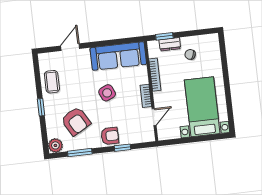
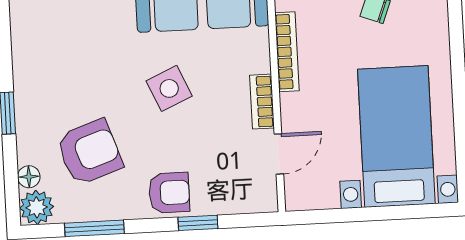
coffee table: (52, 82) -> (38, 53), removed
armchair: (76, 121) -> (89, 152), turned -79
floor lamp: (51, 133) -> (29, 177), added

